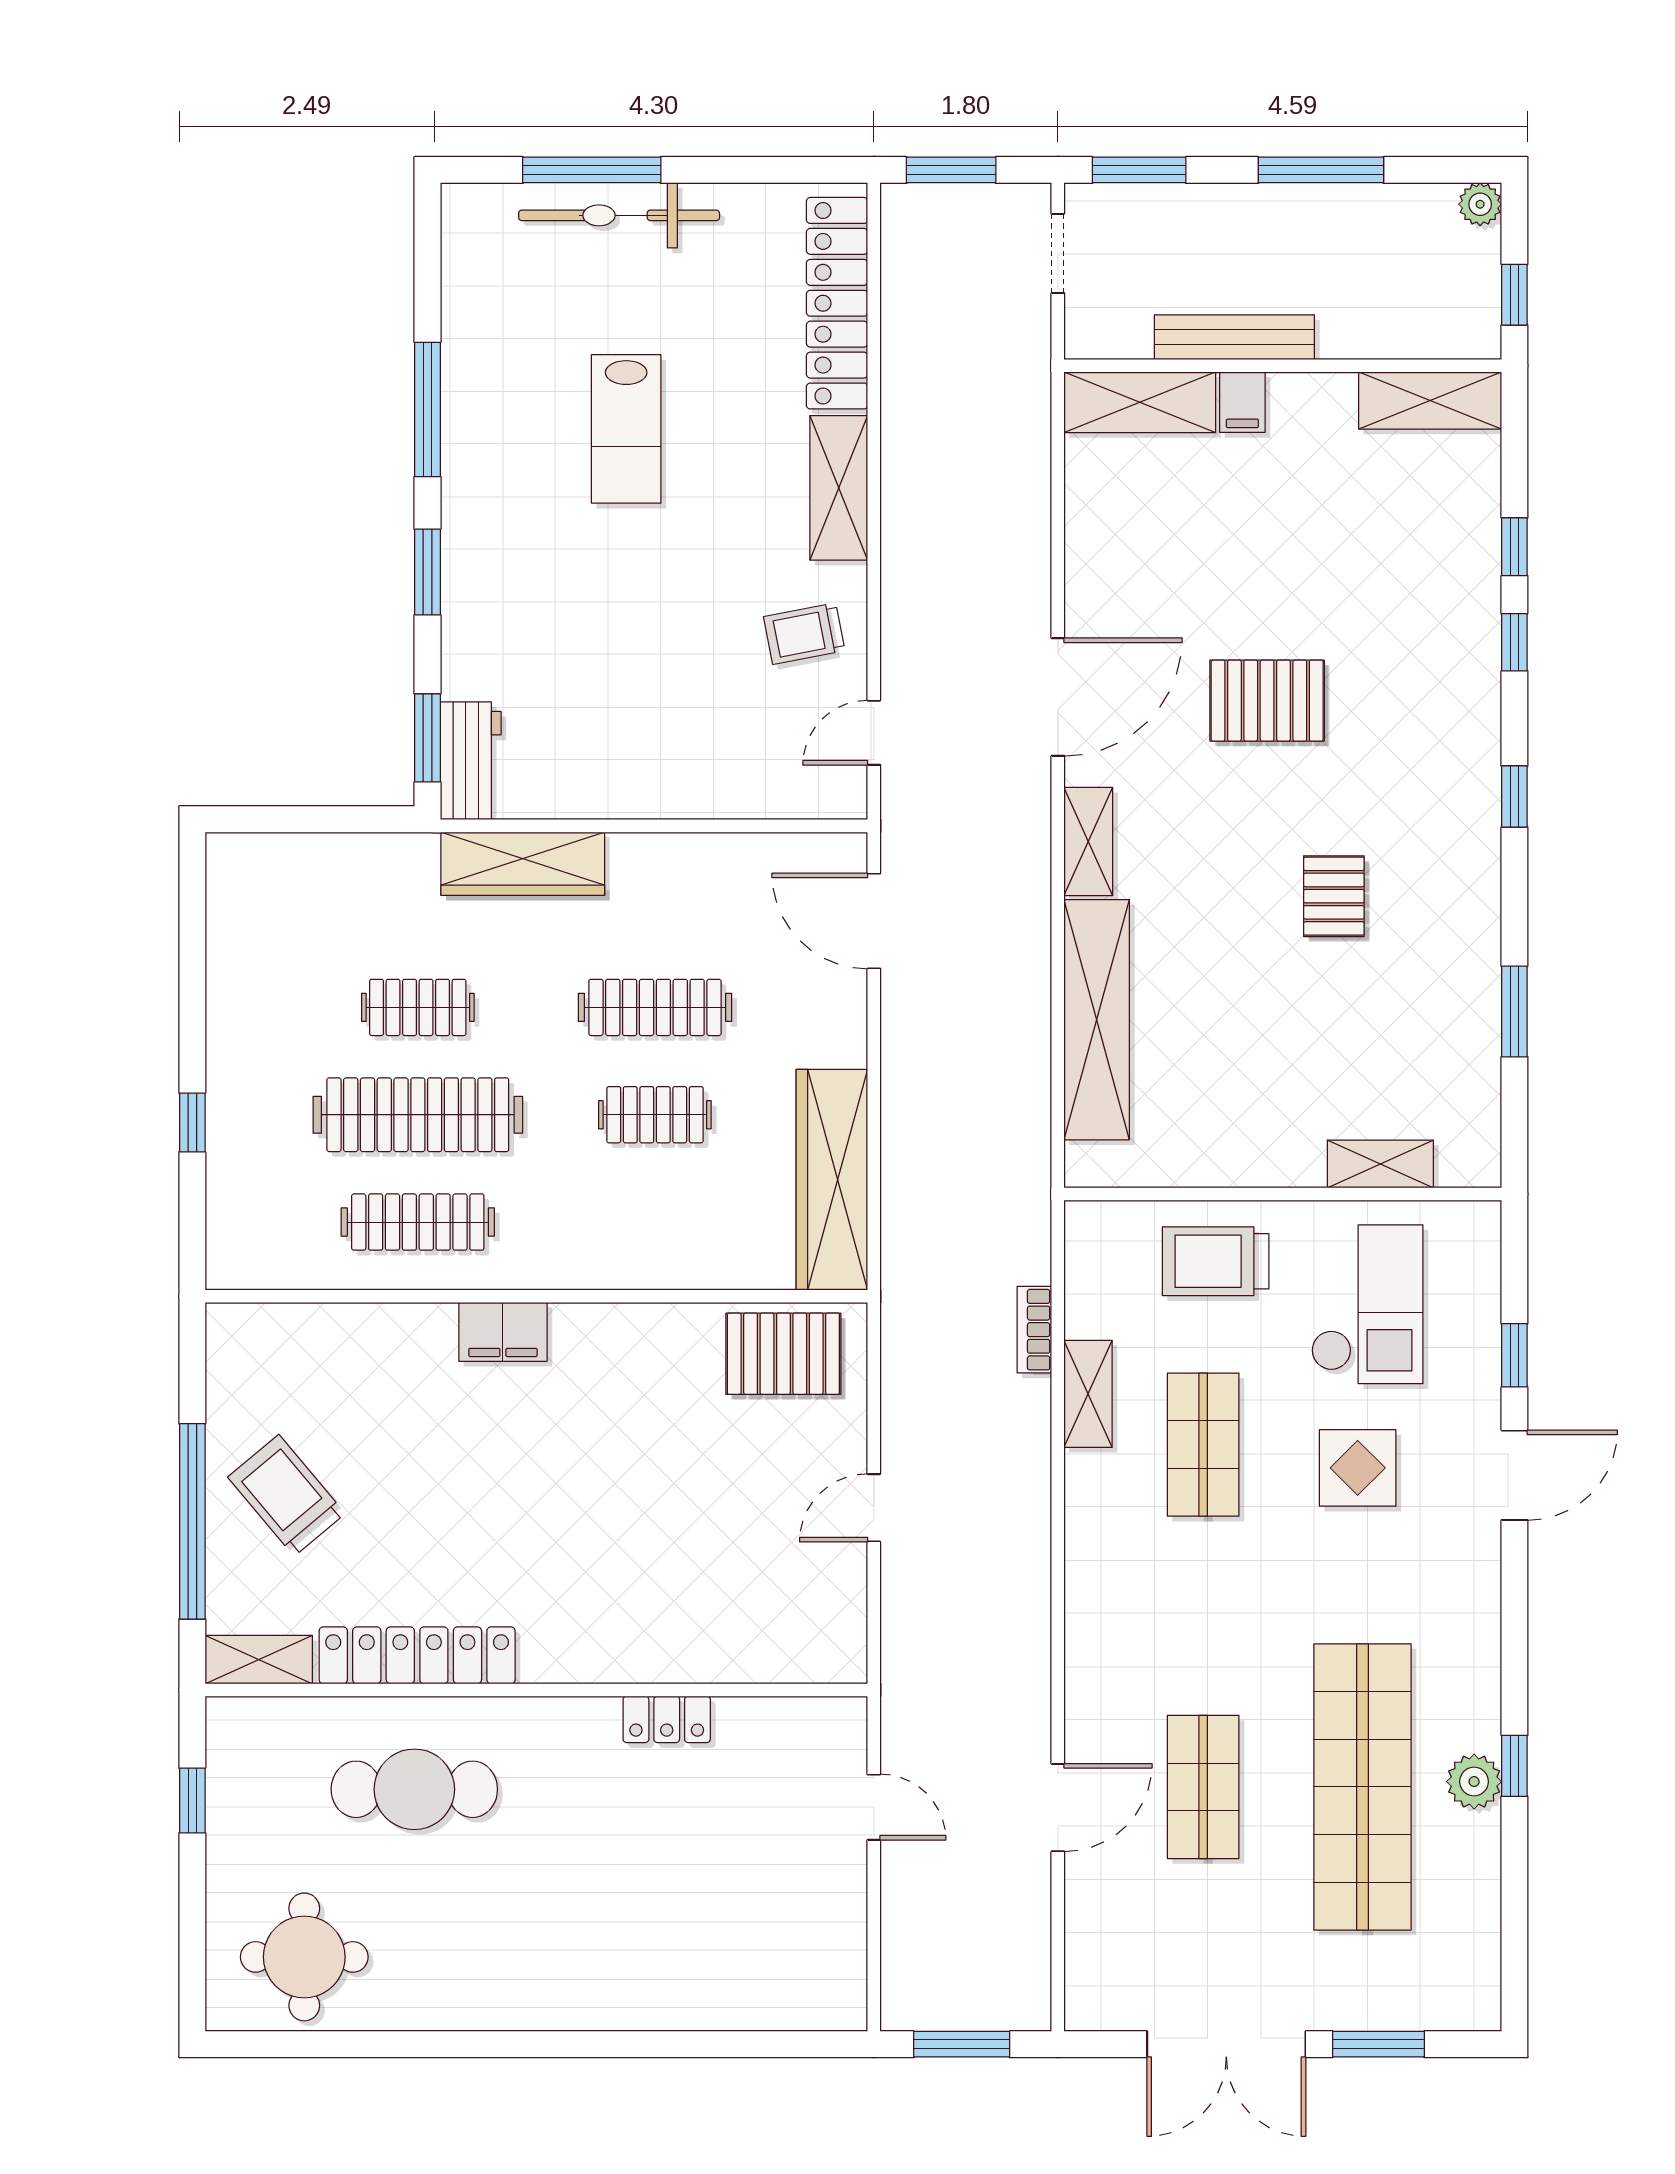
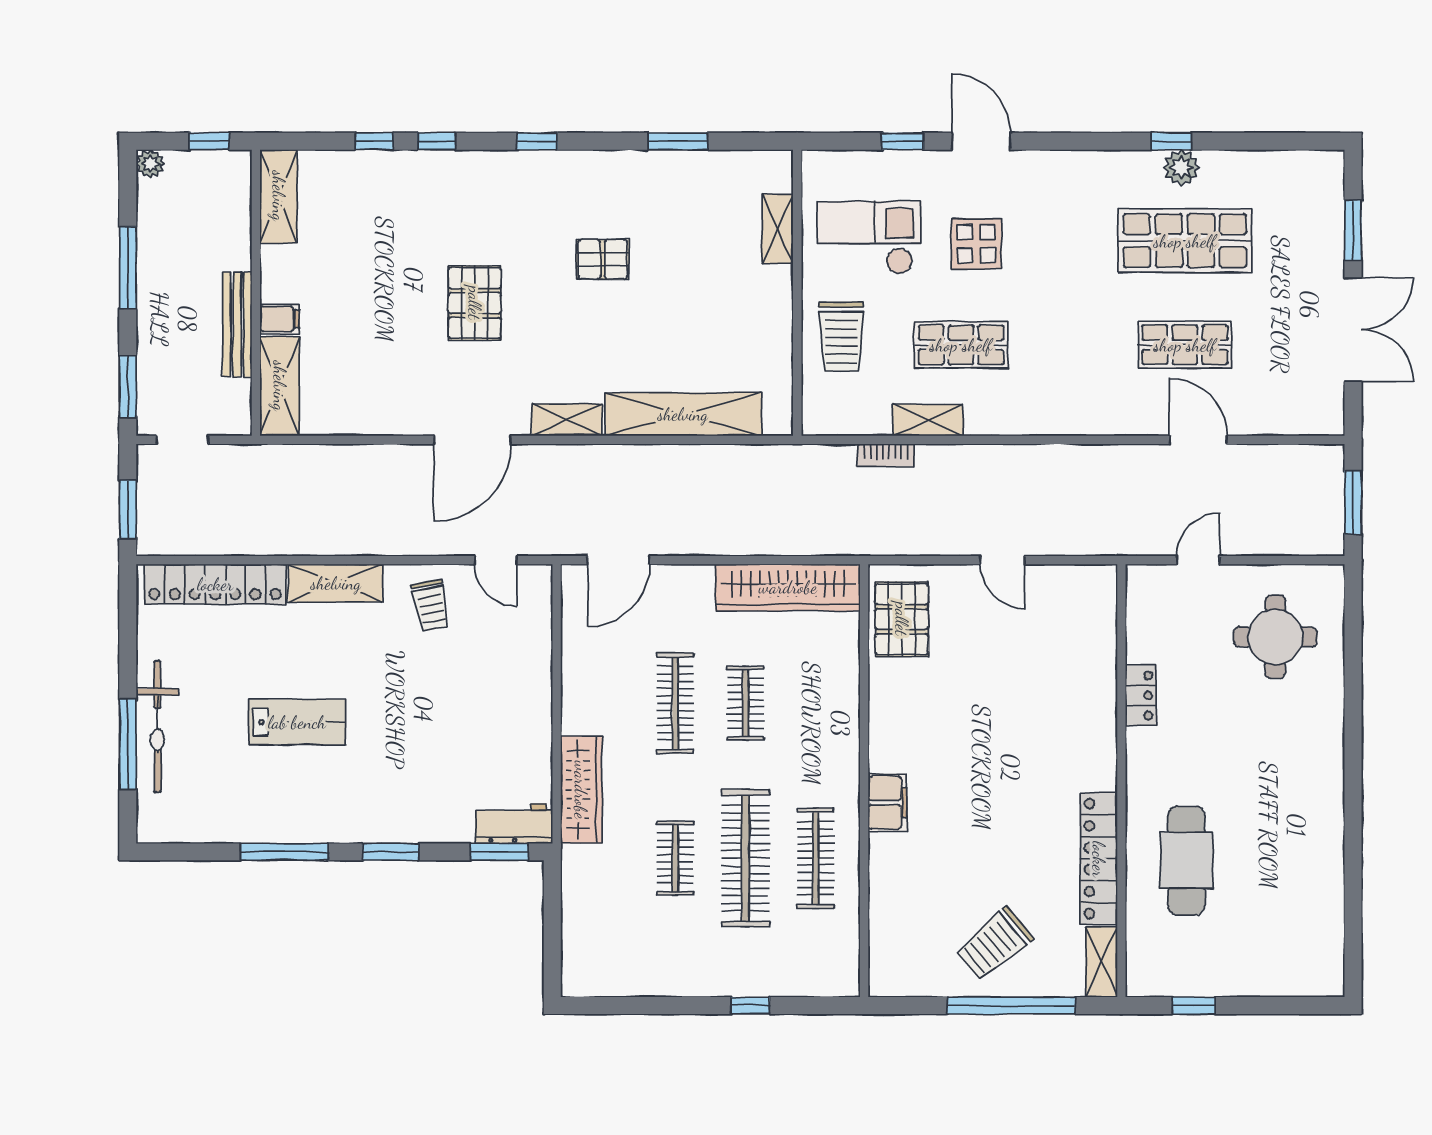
door: (1058, 697) -> (472, 440), swing flipped
shop shelf: (1363, 1787) -> (1185, 241), width x0.71
round table: (304, 1957) -> (1275, 637), moved

